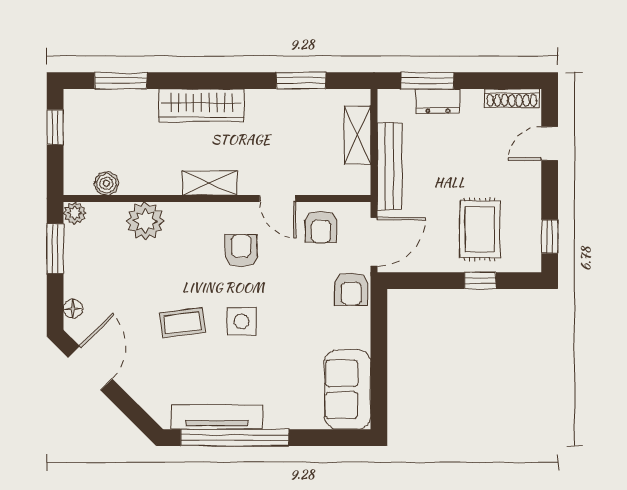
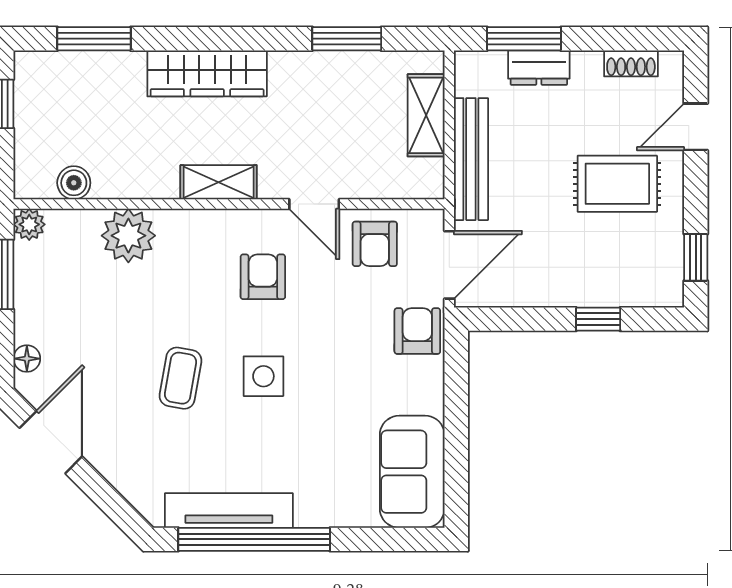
shoe rack: (512, 98) -> (631, 63), width x0.70
rug: (480, 229) -> (617, 184), moved, turned 90
armchair: (351, 289) -> (417, 331), turned 180
coffee table: (182, 323) -> (180, 378), turned -73

